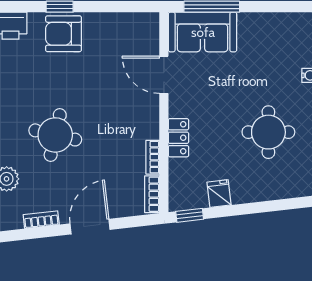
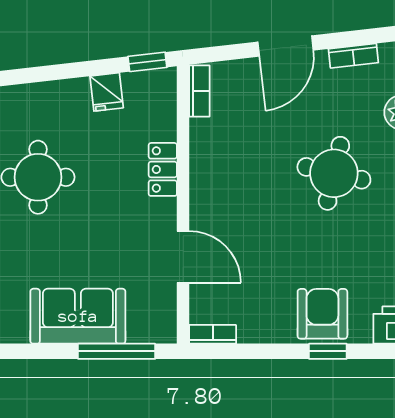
sofa: (203, 32) -> (78, 316), moved
armchair: (63, 34) -> (322, 314), turned -90
bookcase: (153, 157) -> (213, 334), moved, turned -90

